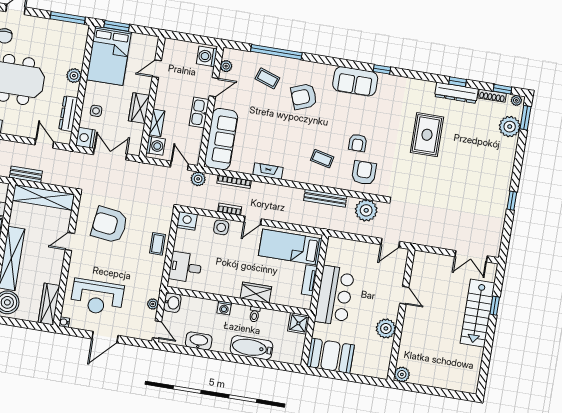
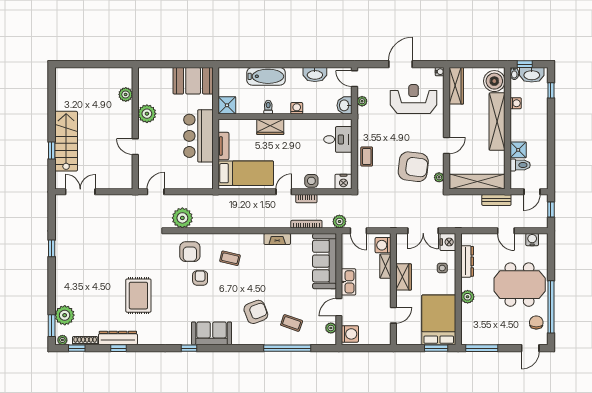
door: (44, 143) -> (506, 231), moved
bench: (325, 198) -> (221, 223), removed
plant: (83, 209) -> (439, 177), added
plant: (402, 374) -> (126, 94), moved

